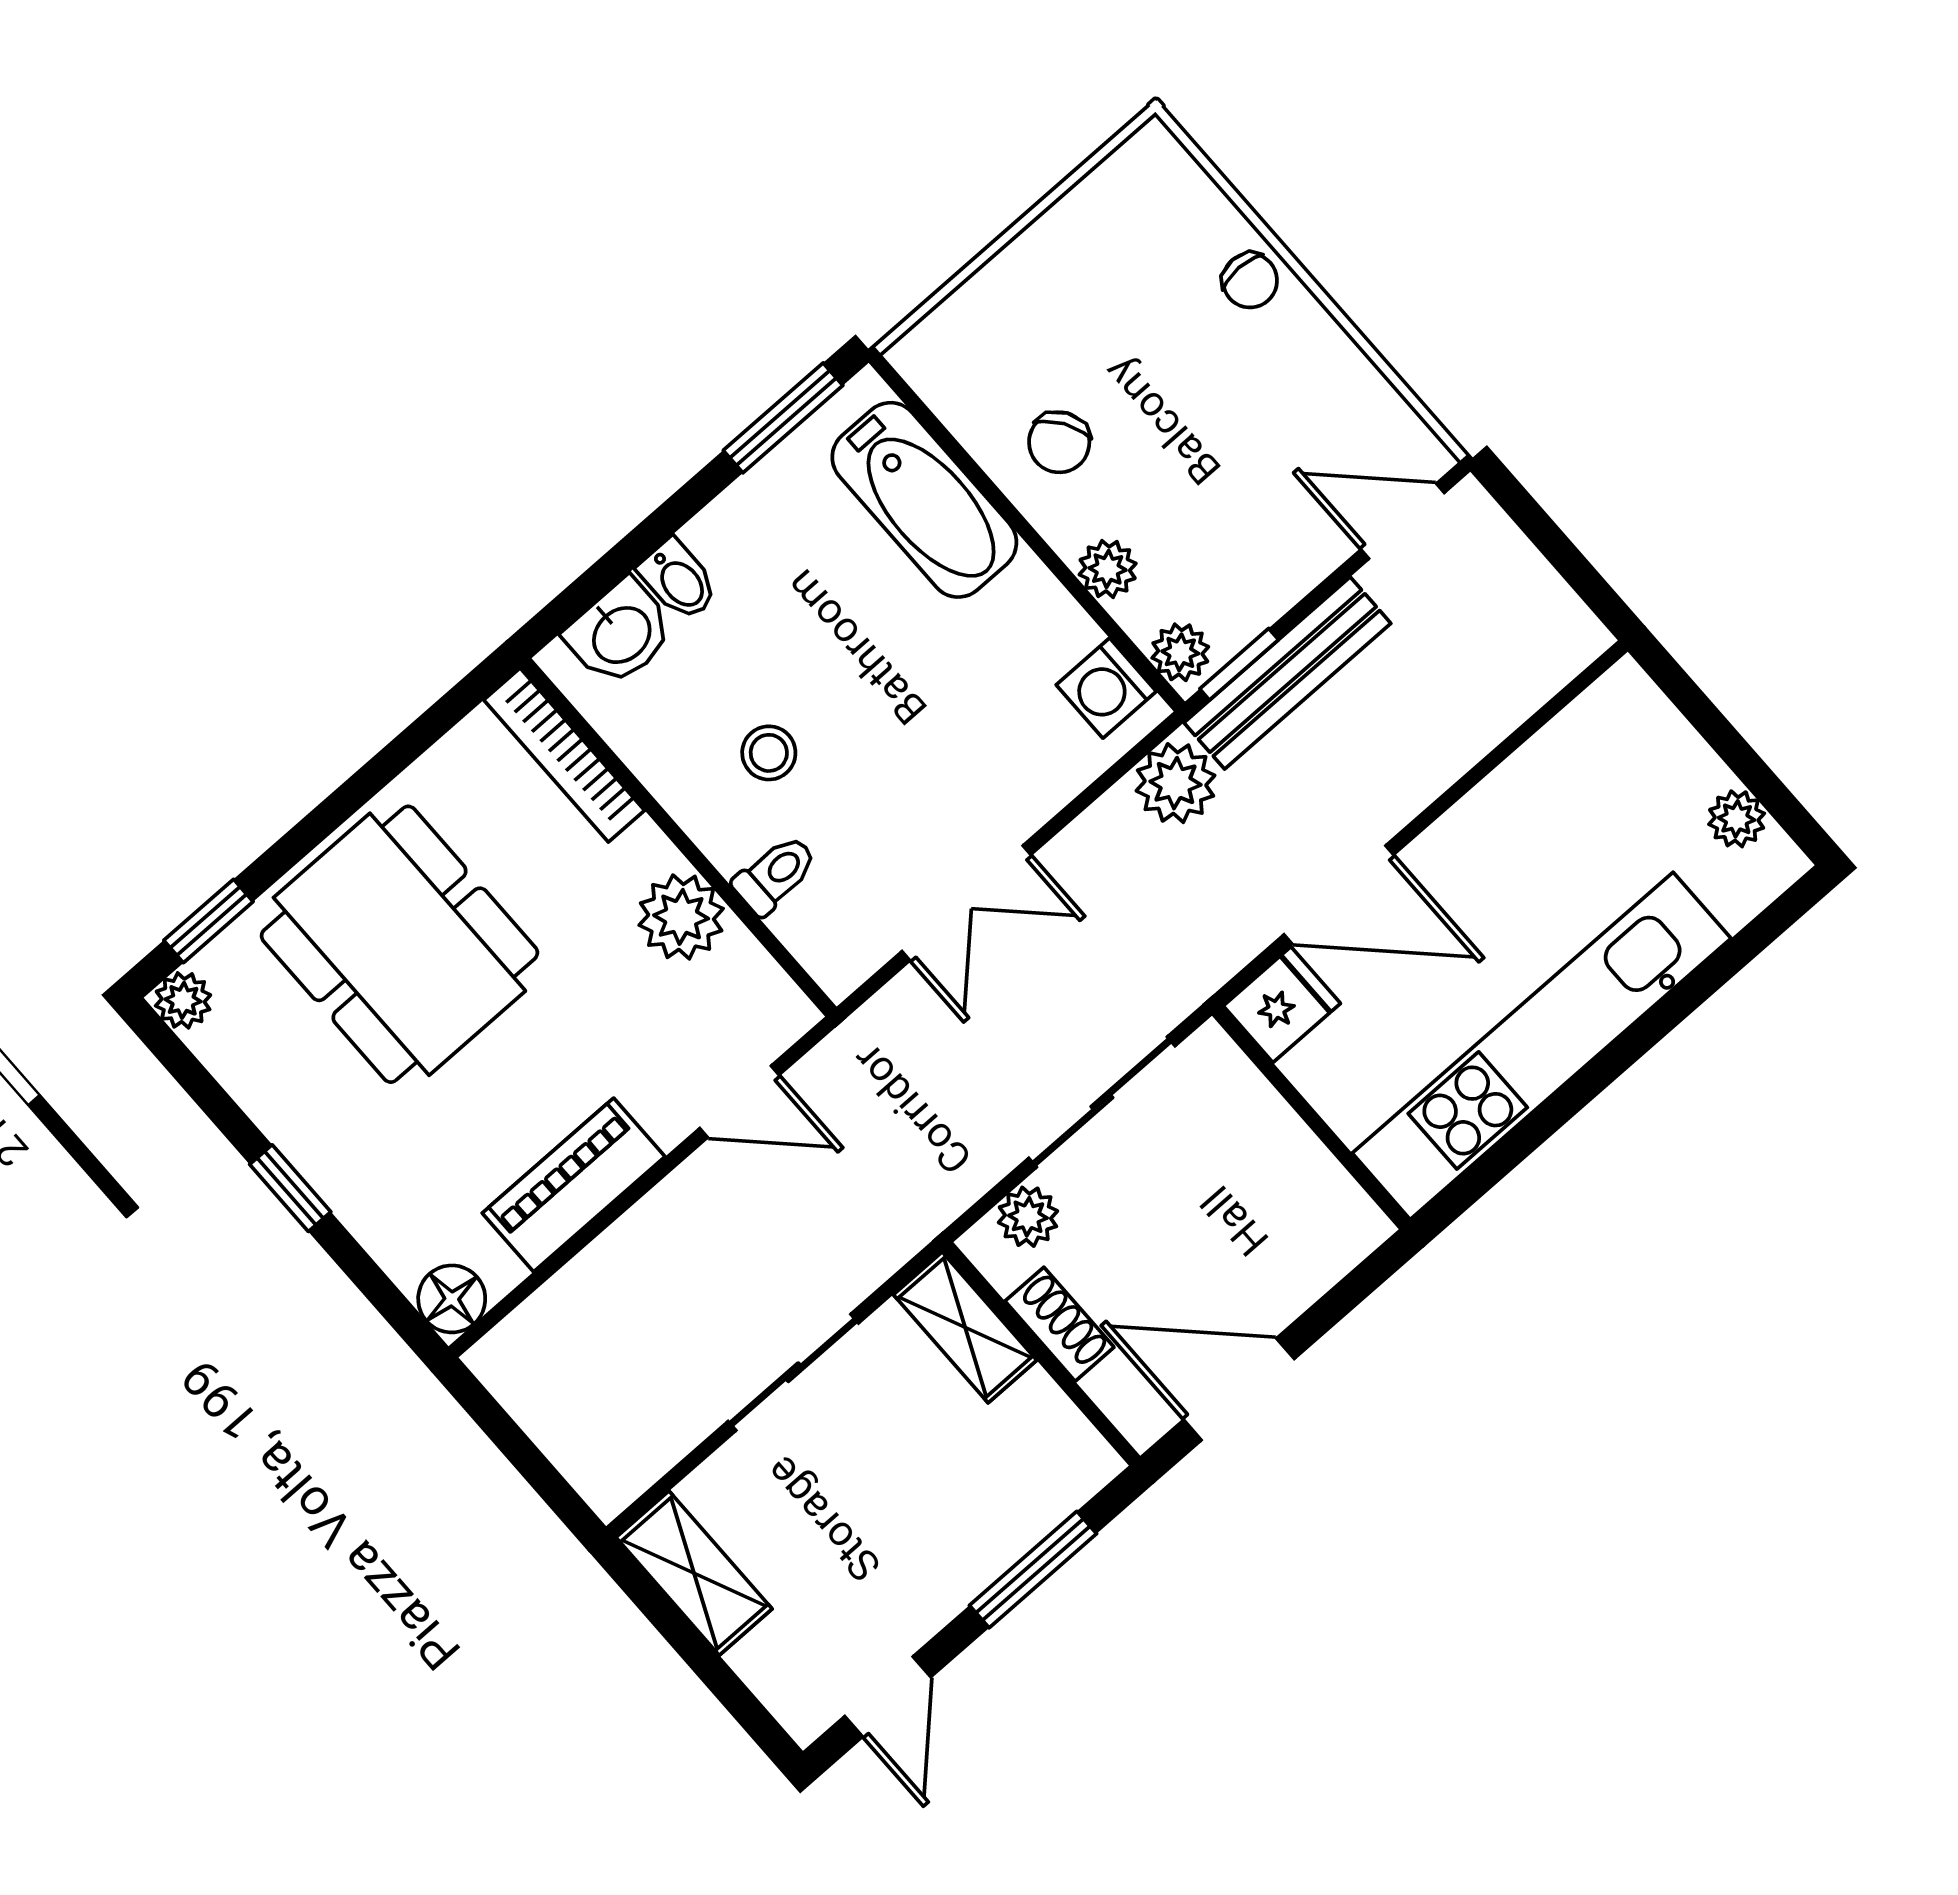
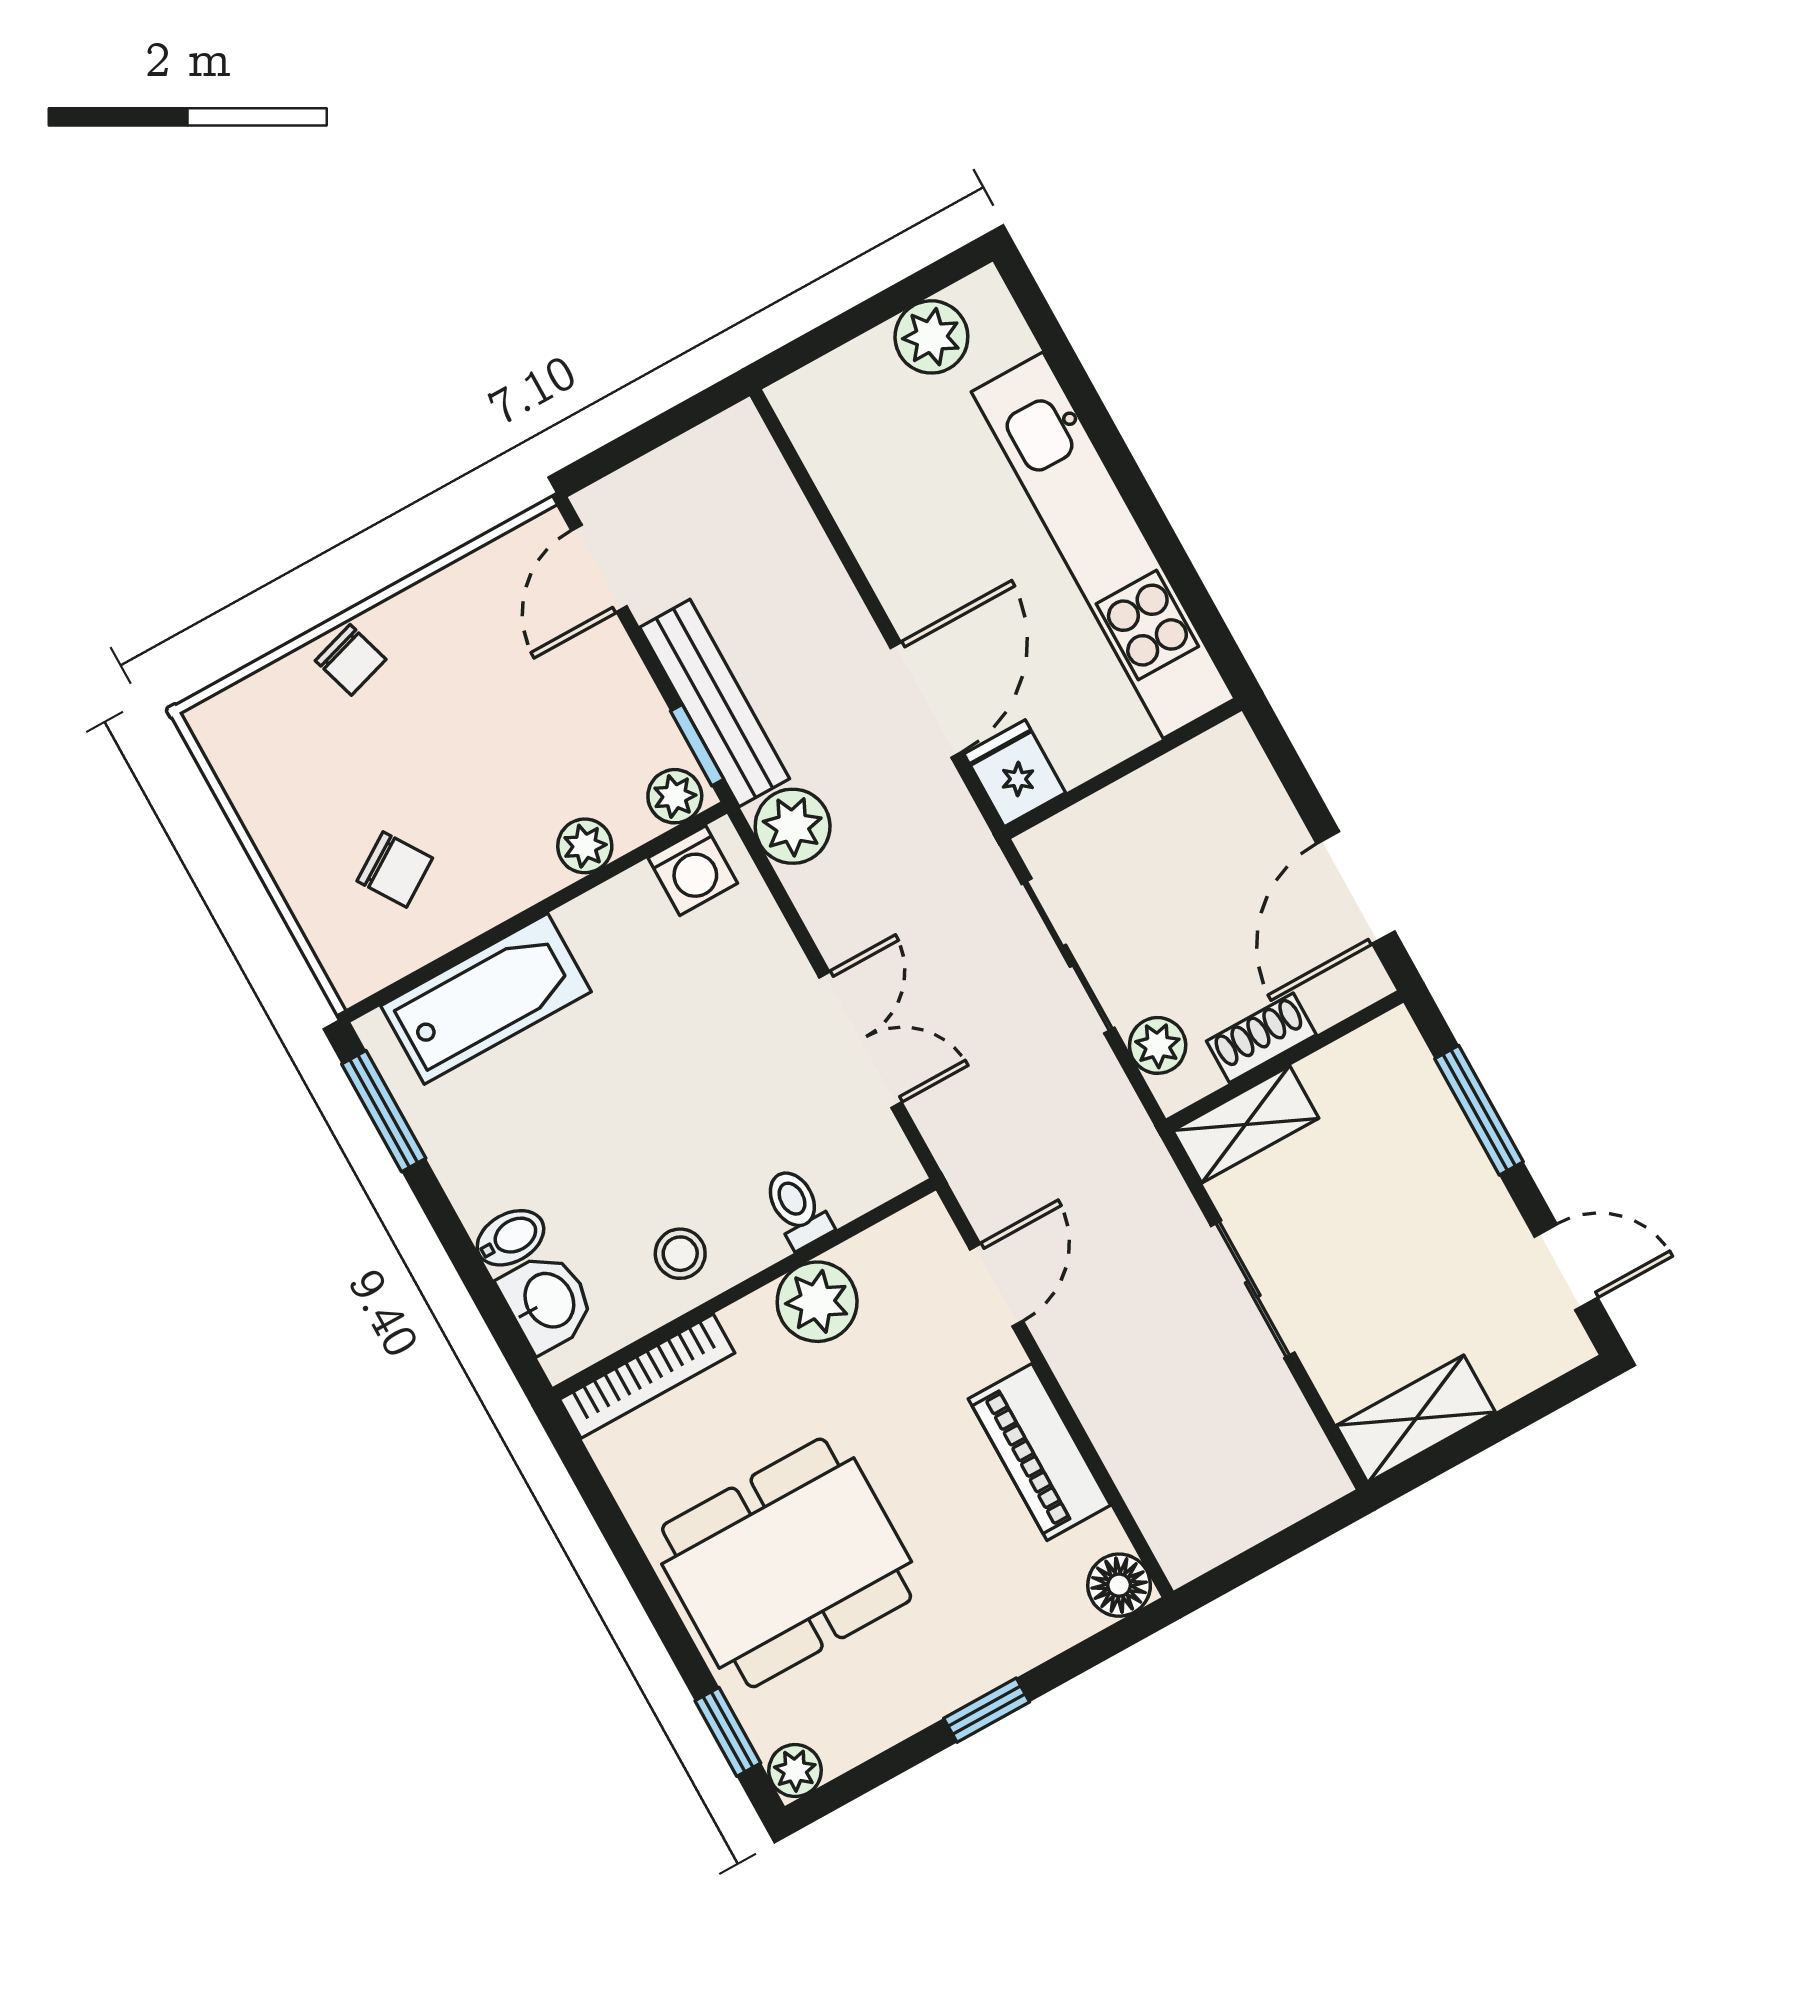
chair: (1250, 281) -> (351, 660), turned 73
chair: (1059, 442) -> (395, 870), moved
stool: (769, 753) -> (680, 1254), moved
plant: (1737, 819) -> (931, 337), width x1.38, depth x1.38

